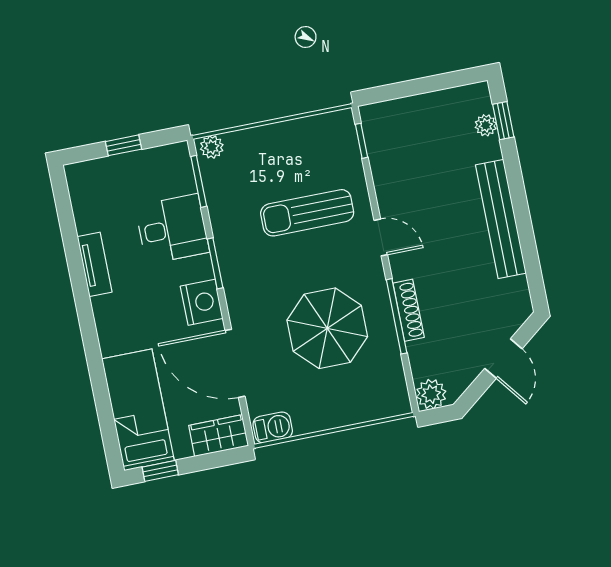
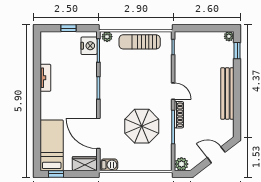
plant: (486, 125) -> (229, 36), moved
sun lounger: (307, 213) -> (140, 42), moved
desk: (172, 229) -> (83, 69), removed
nightstand: (202, 302) -> (89, 46), moved
shoe rack: (409, 310) -> (179, 115), moved
door: (503, 359) -> (216, 155), swing flipped

